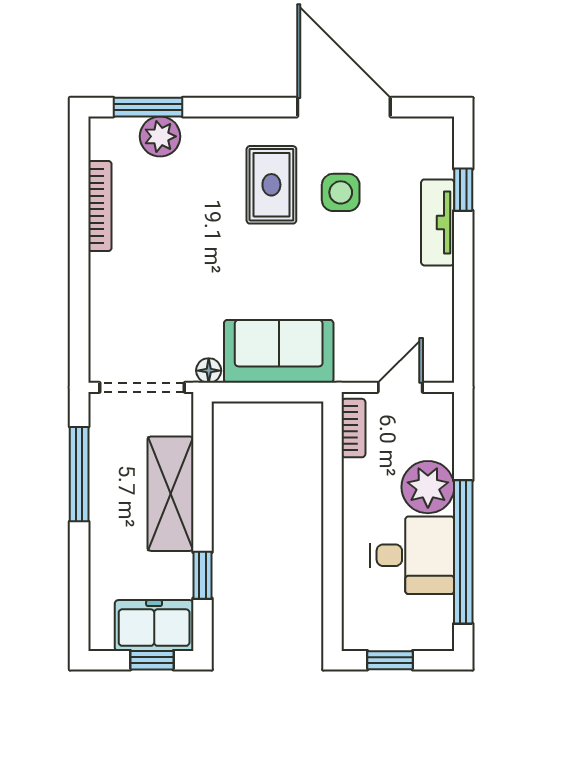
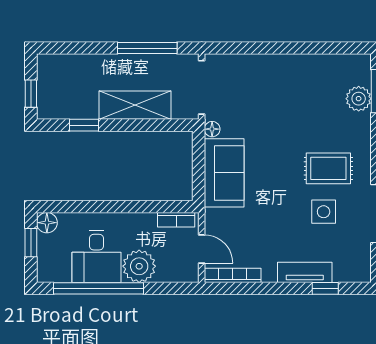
bookcase: (100, 206) -> (233, 275), moved, turned 180
freezer: (154, 626) -> (52, 95), removed
floor lamp: (358, 635) -> (47, 223), added

